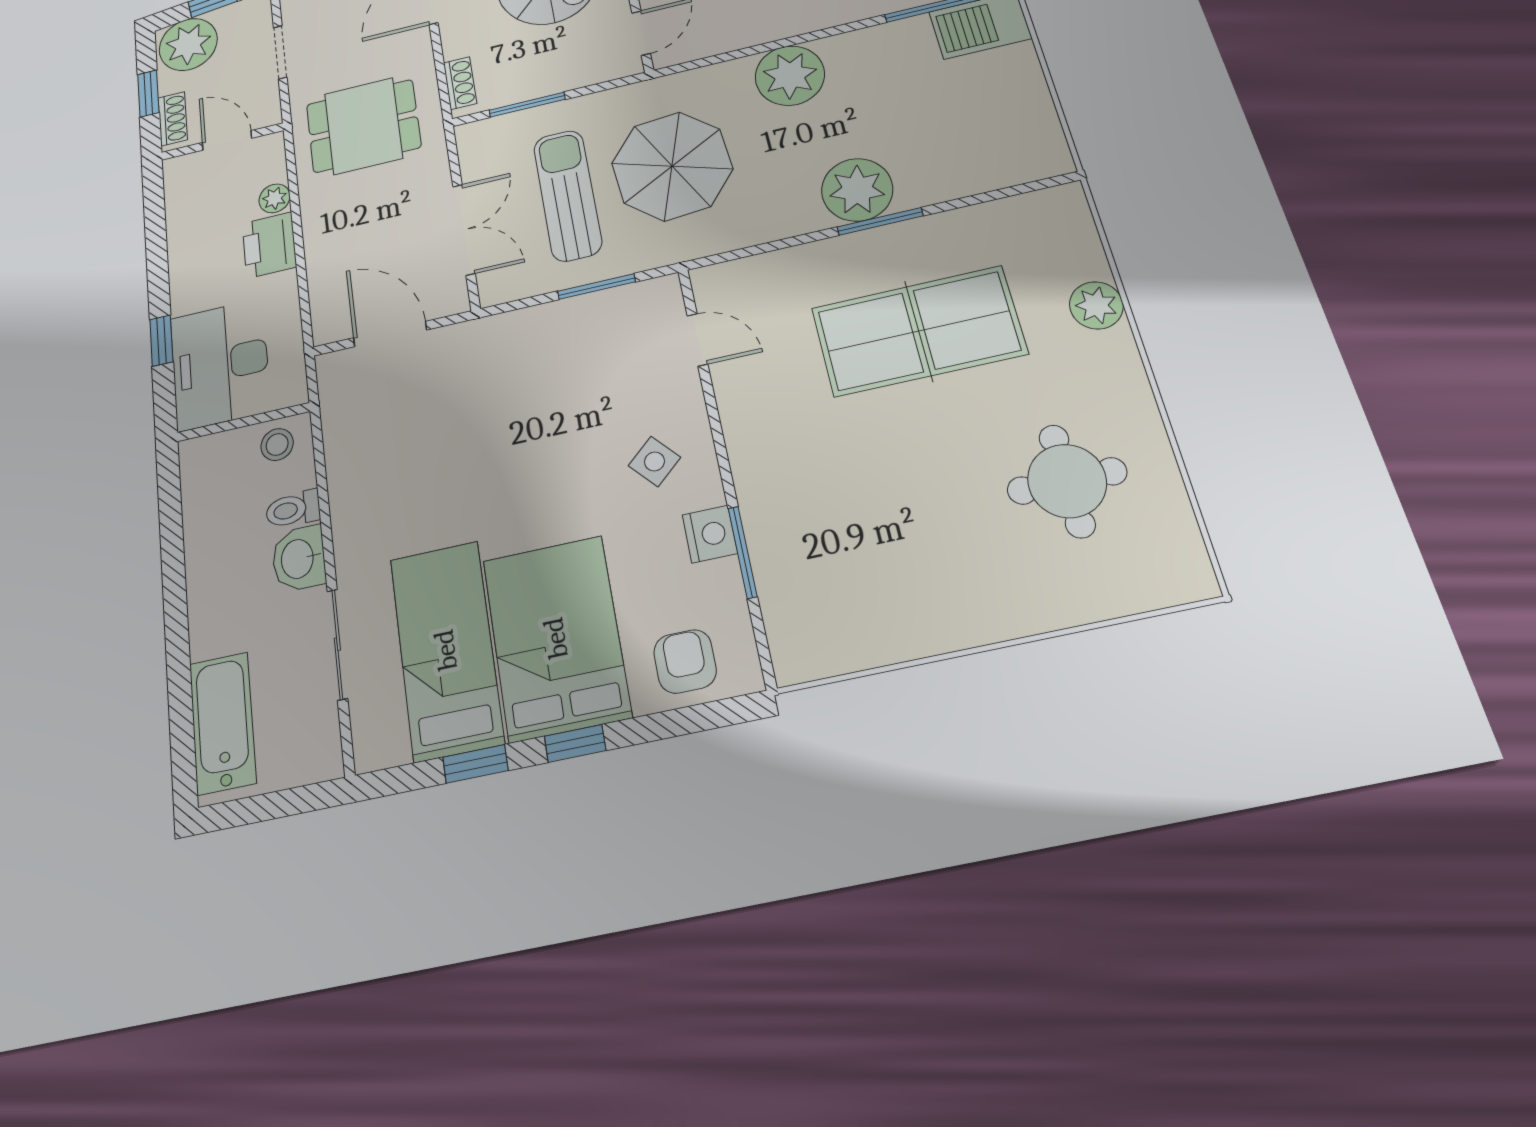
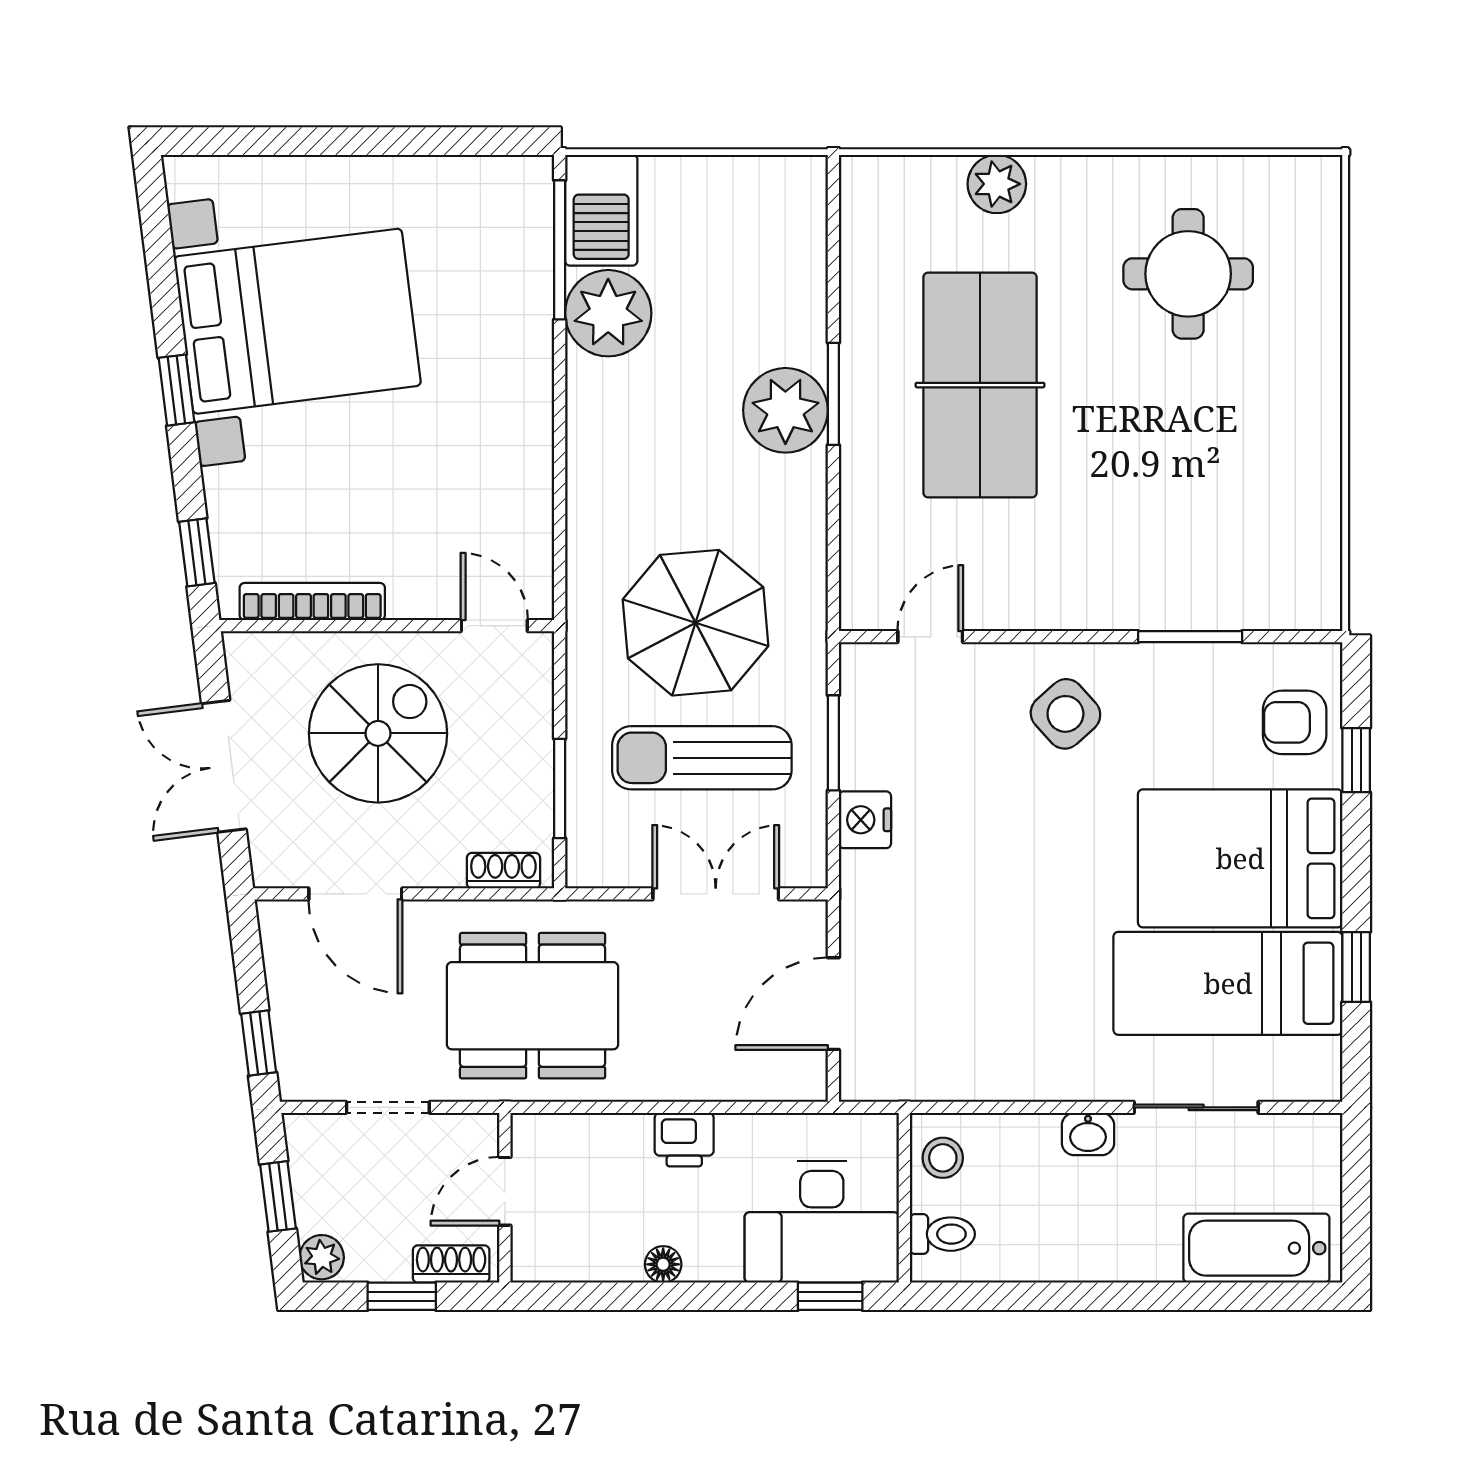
plant: (188, 44) -> (322, 1257), width x0.53, depth x0.53
plant: (790, 76) -> (608, 313), moved
dining table: (363, 126) -> (533, 1006), width x1.37
plant: (274, 198) -> (608, 1134), removed
printer: (269, 245) -> (684, 1140), width x0.73, depth x0.81
floor lamp: (181, 259) -> (663, 1264), added
window: (161, 341) -> (830, 1296), moved
side table: (654, 461) -> (1065, 714), width x1.37, depth x1.37
toilet: (293, 509) -> (942, 1234), moved, turned -90
nightstand: (710, 534) -> (865, 820), moved, turned -90
washbasin: (299, 559) -> (1088, 1134), width x0.72, depth x0.69
window: (575, 743) -> (1356, 760), moved

